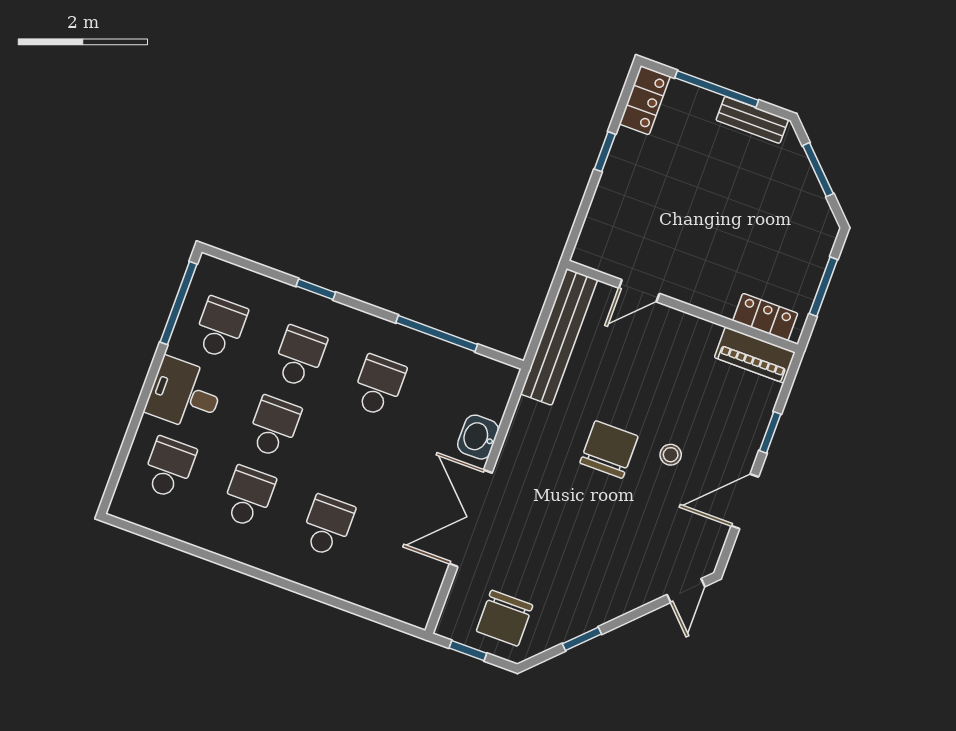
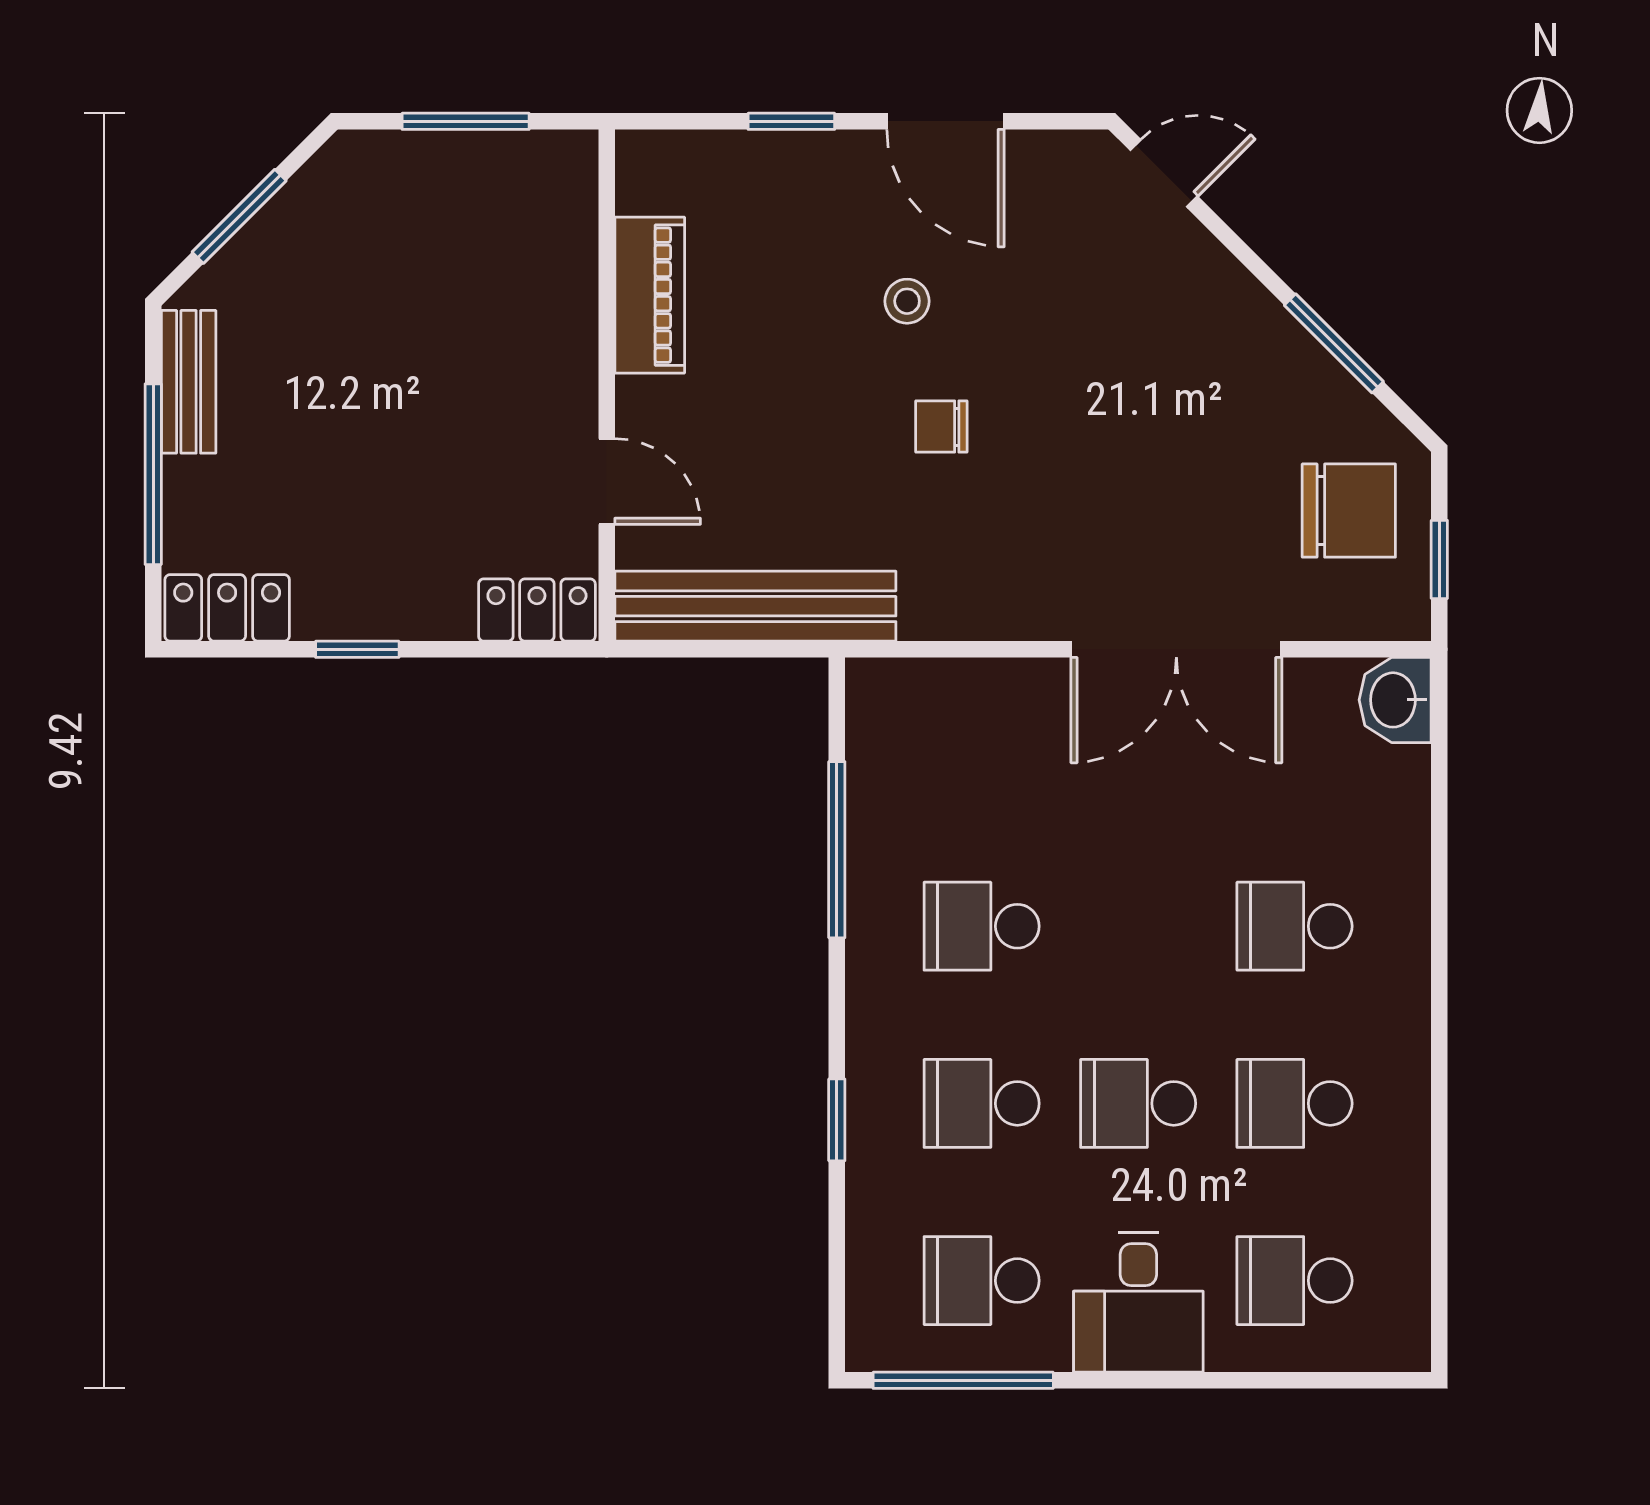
locker: (765, 317) -> (537, 610), moved, turned 90
piano: (755, 355) -> (650, 295), moved
washbasin: (478, 437) -> (1395, 700), moved, turned 90
chair: (609, 450) -> (941, 427), width x0.54, depth x0.54
window: (582, 639) -> (1334, 343), width x1.50

